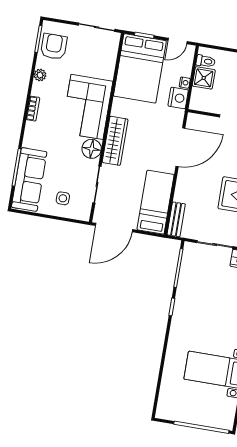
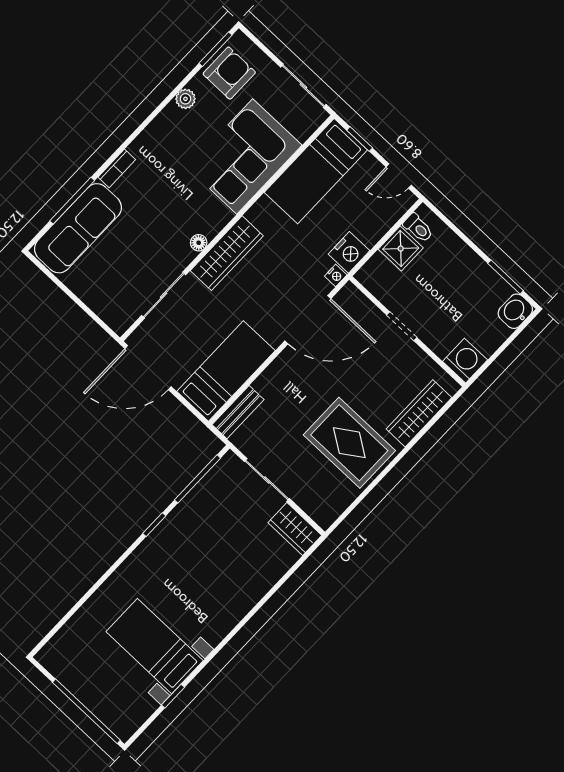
bed: (140, 68) -> (316, 171), width x0.67
nightstand: (185, 83) -> (336, 275), moved
corner sofa: (87, 107) -> (245, 156), moved
bookcase: (33, 109) -> (117, 168), moved
floor lamp: (92, 149) -> (199, 243), width x0.53, depth x0.53
side table: (63, 198) -> (106, 283), removed

